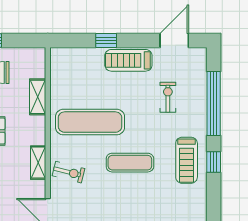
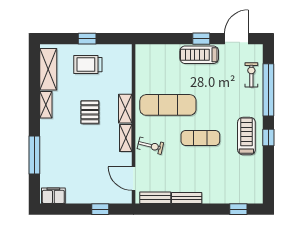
window: (106, 41) -> (201, 39), moved
shelving: (38, 97) -> (125, 109), moved
exercise bike: (168, 97) -> (251, 75), moved
treadmill: (187, 160) -> (246, 136), turned 180

